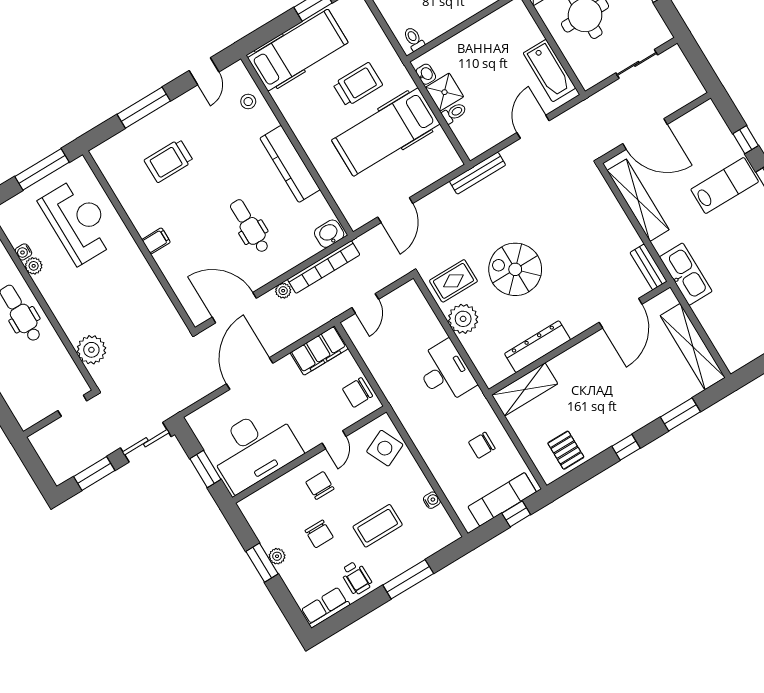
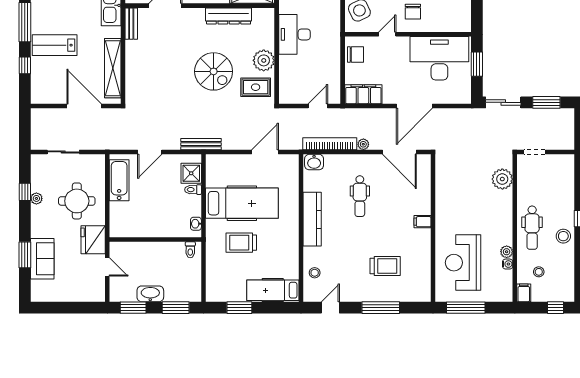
hospital bed: (298, 50) -> (273, 290), width x0.73, depth x0.78
shower: (444, 92) -> (191, 173), moved

